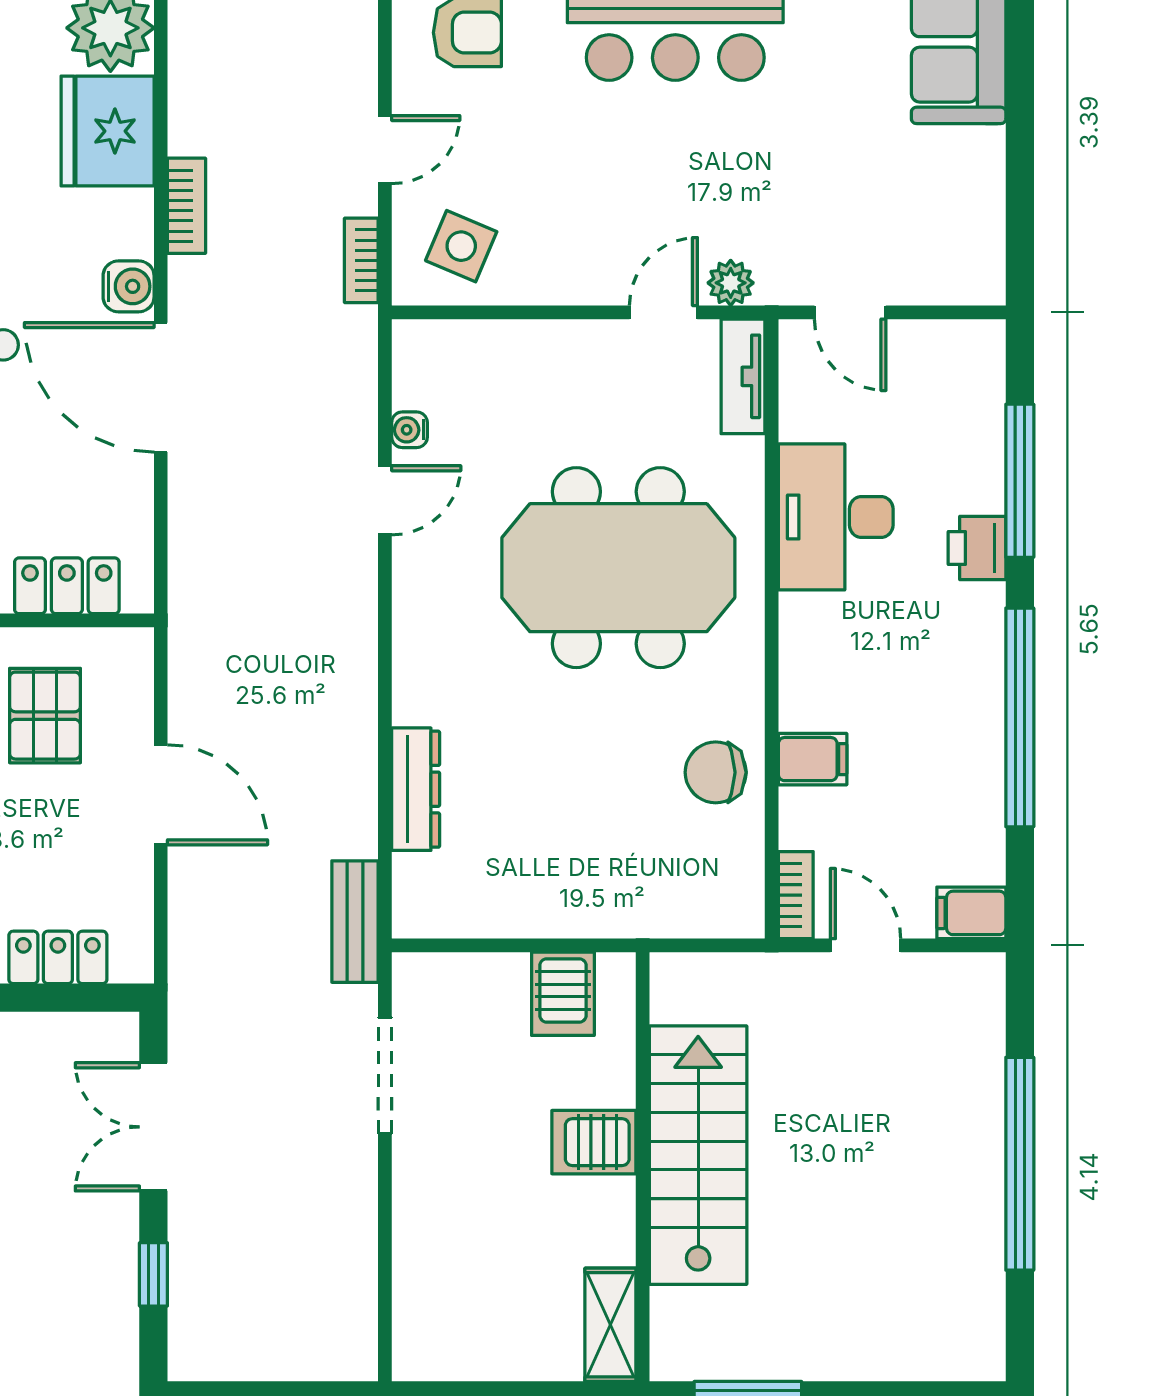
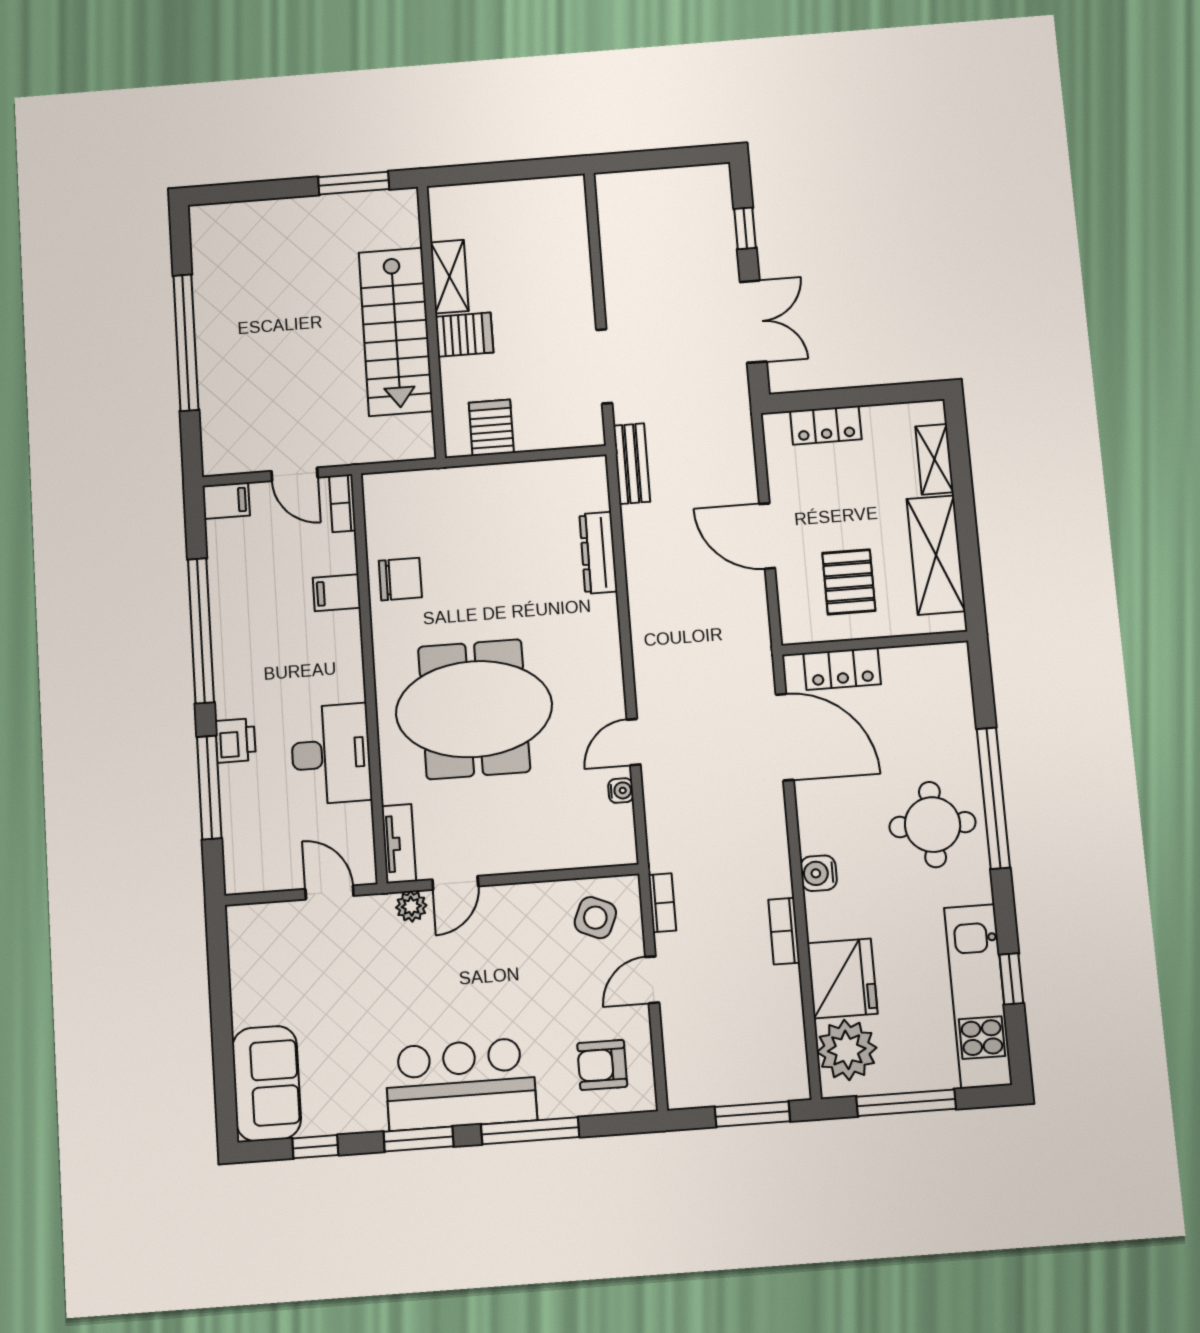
door: (161, 387) -> (785, 737), moved
shelving: (610, 1325) -> (449, 277), moved

